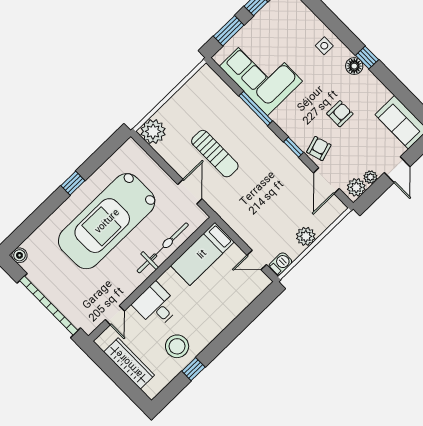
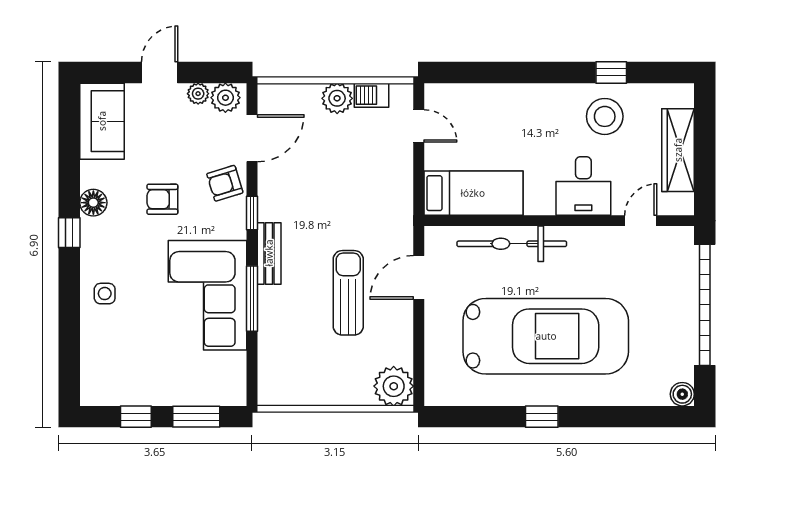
floor lamp: (354, 66) -> (93, 203), moved
corner sofa: (261, 74) -> (208, 295), moved
bench: (268, 136) -> (269, 253), added
barbecue: (280, 264) -> (372, 95), moved

